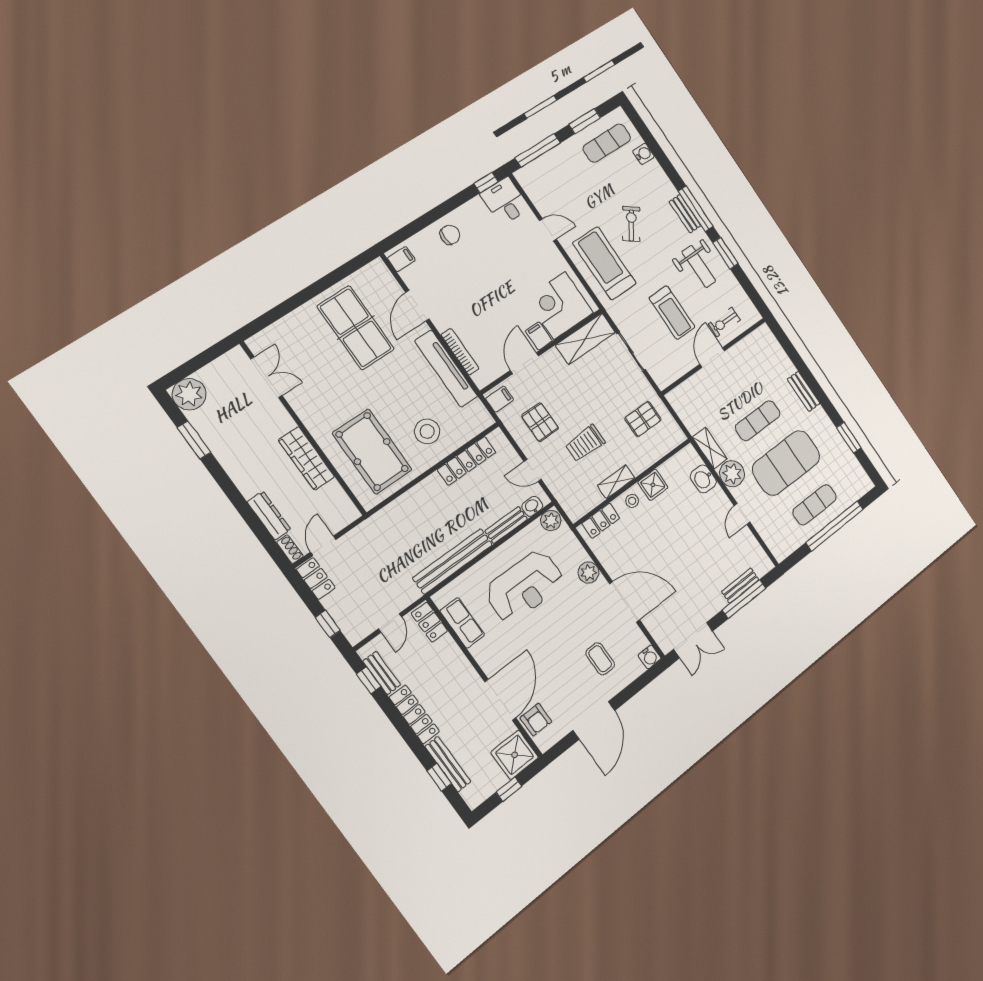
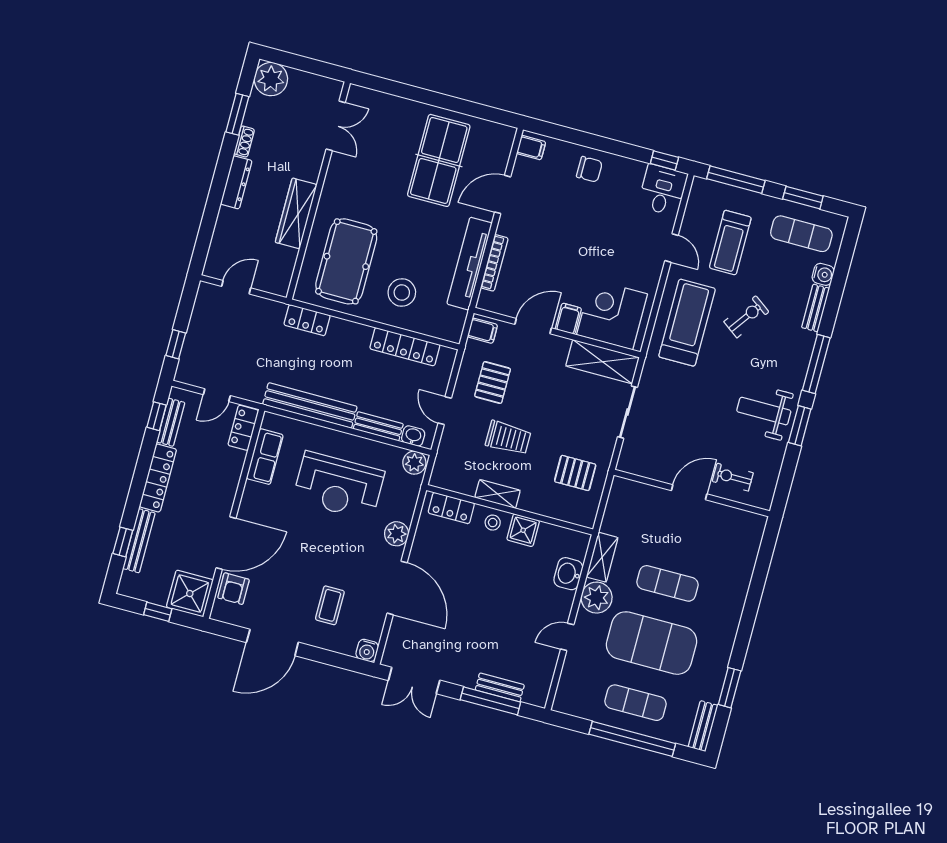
bench: (685, 214) -> (816, 308), moved
weight bench: (699, 267) -> (764, 411), turned 90
treadmill: (672, 313) -> (730, 243), moved
bench: (804, 391) -> (703, 726), moved
trolley: (585, 443) -> (508, 438), turned 180
dresser: (269, 516) -> (236, 182), moved
shoe rack: (290, 549) -> (244, 141), moved
locker: (316, 579) -> (307, 320), moved, turned 90

